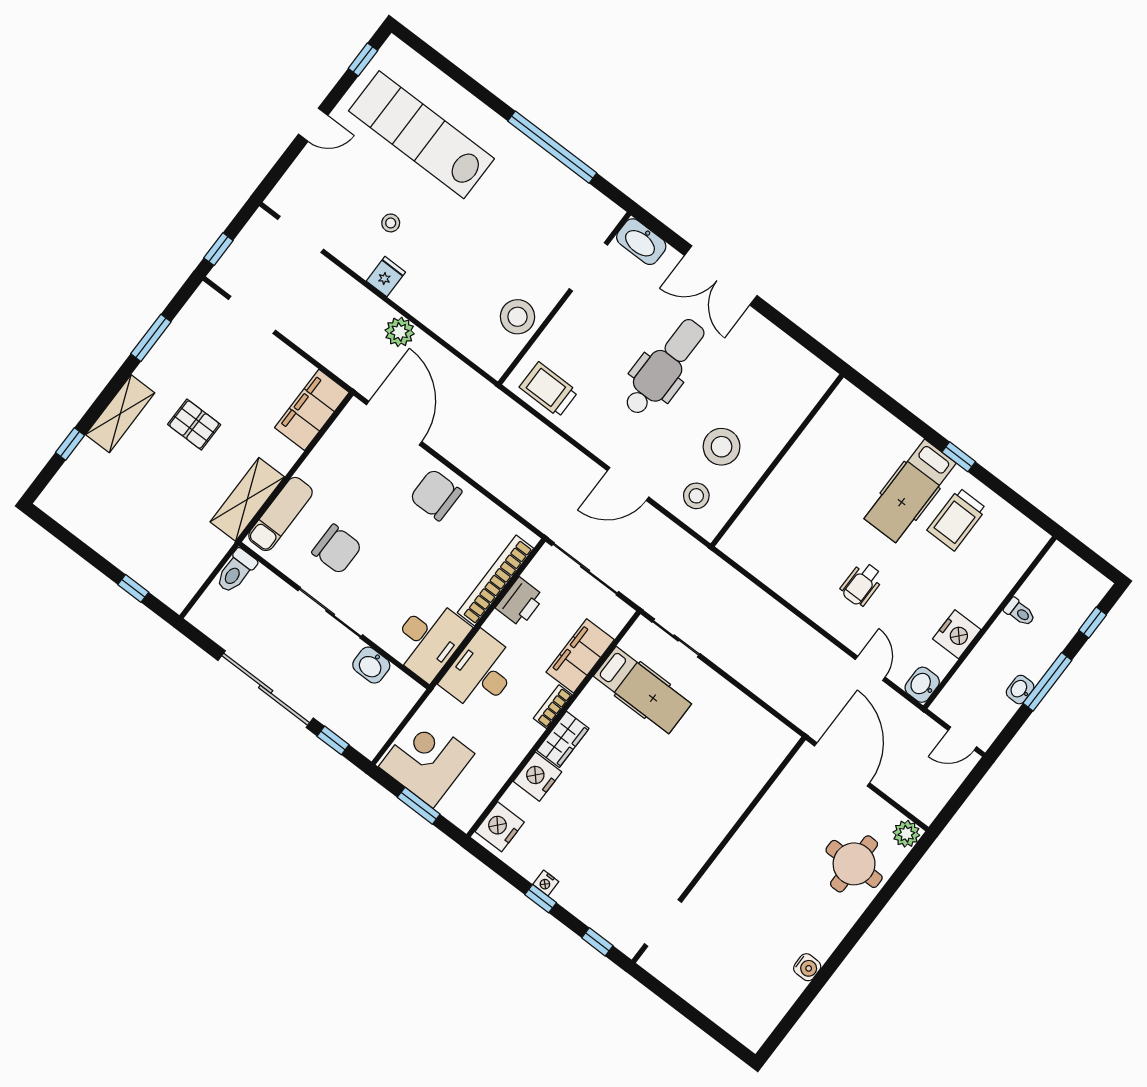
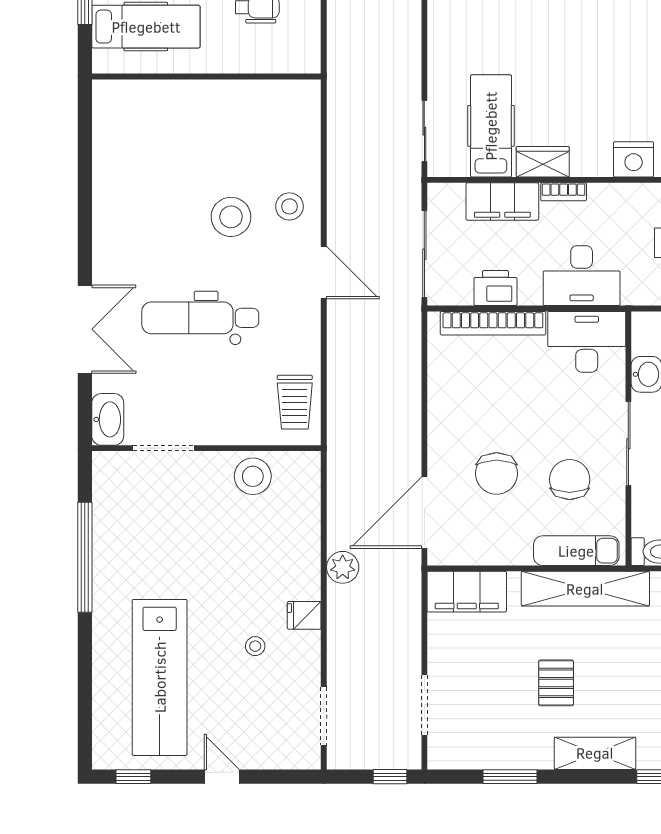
wall: (777, 460) -> (206, 77), moved
chair: (436, 495) -> (497, 473), moved
shelving: (247, 499) -> (585, 589), width x1.47
wardrobe: (563, 739) -> (543, 162), moved

